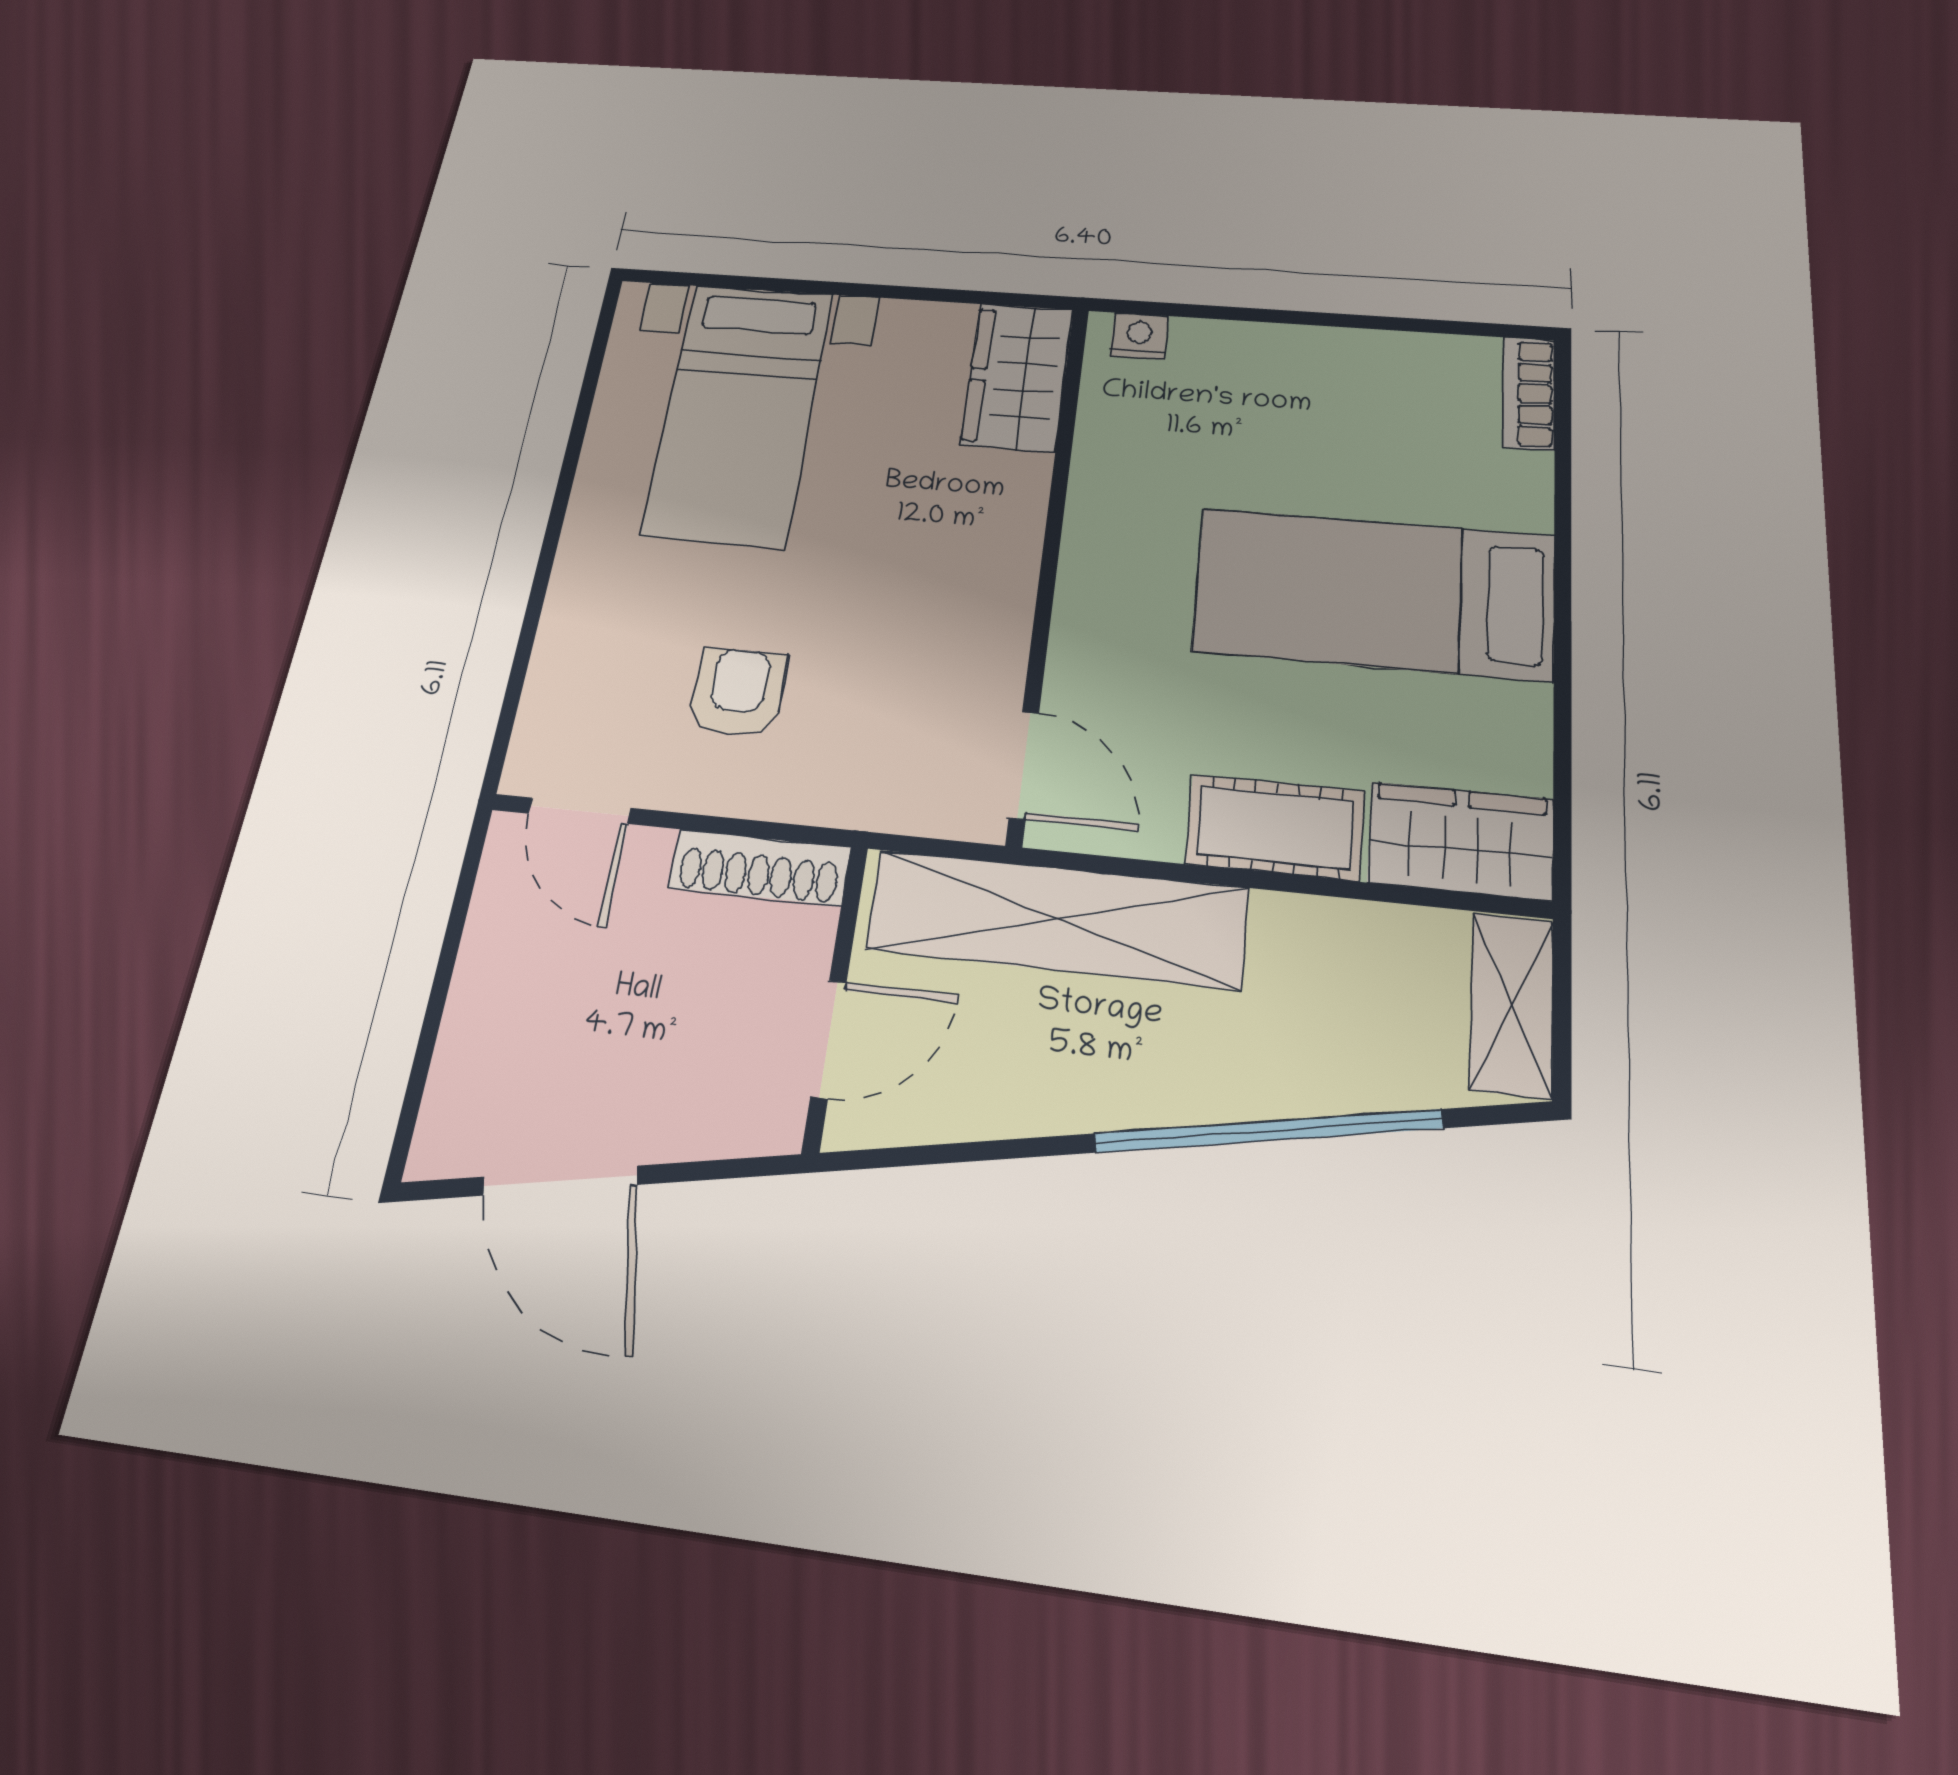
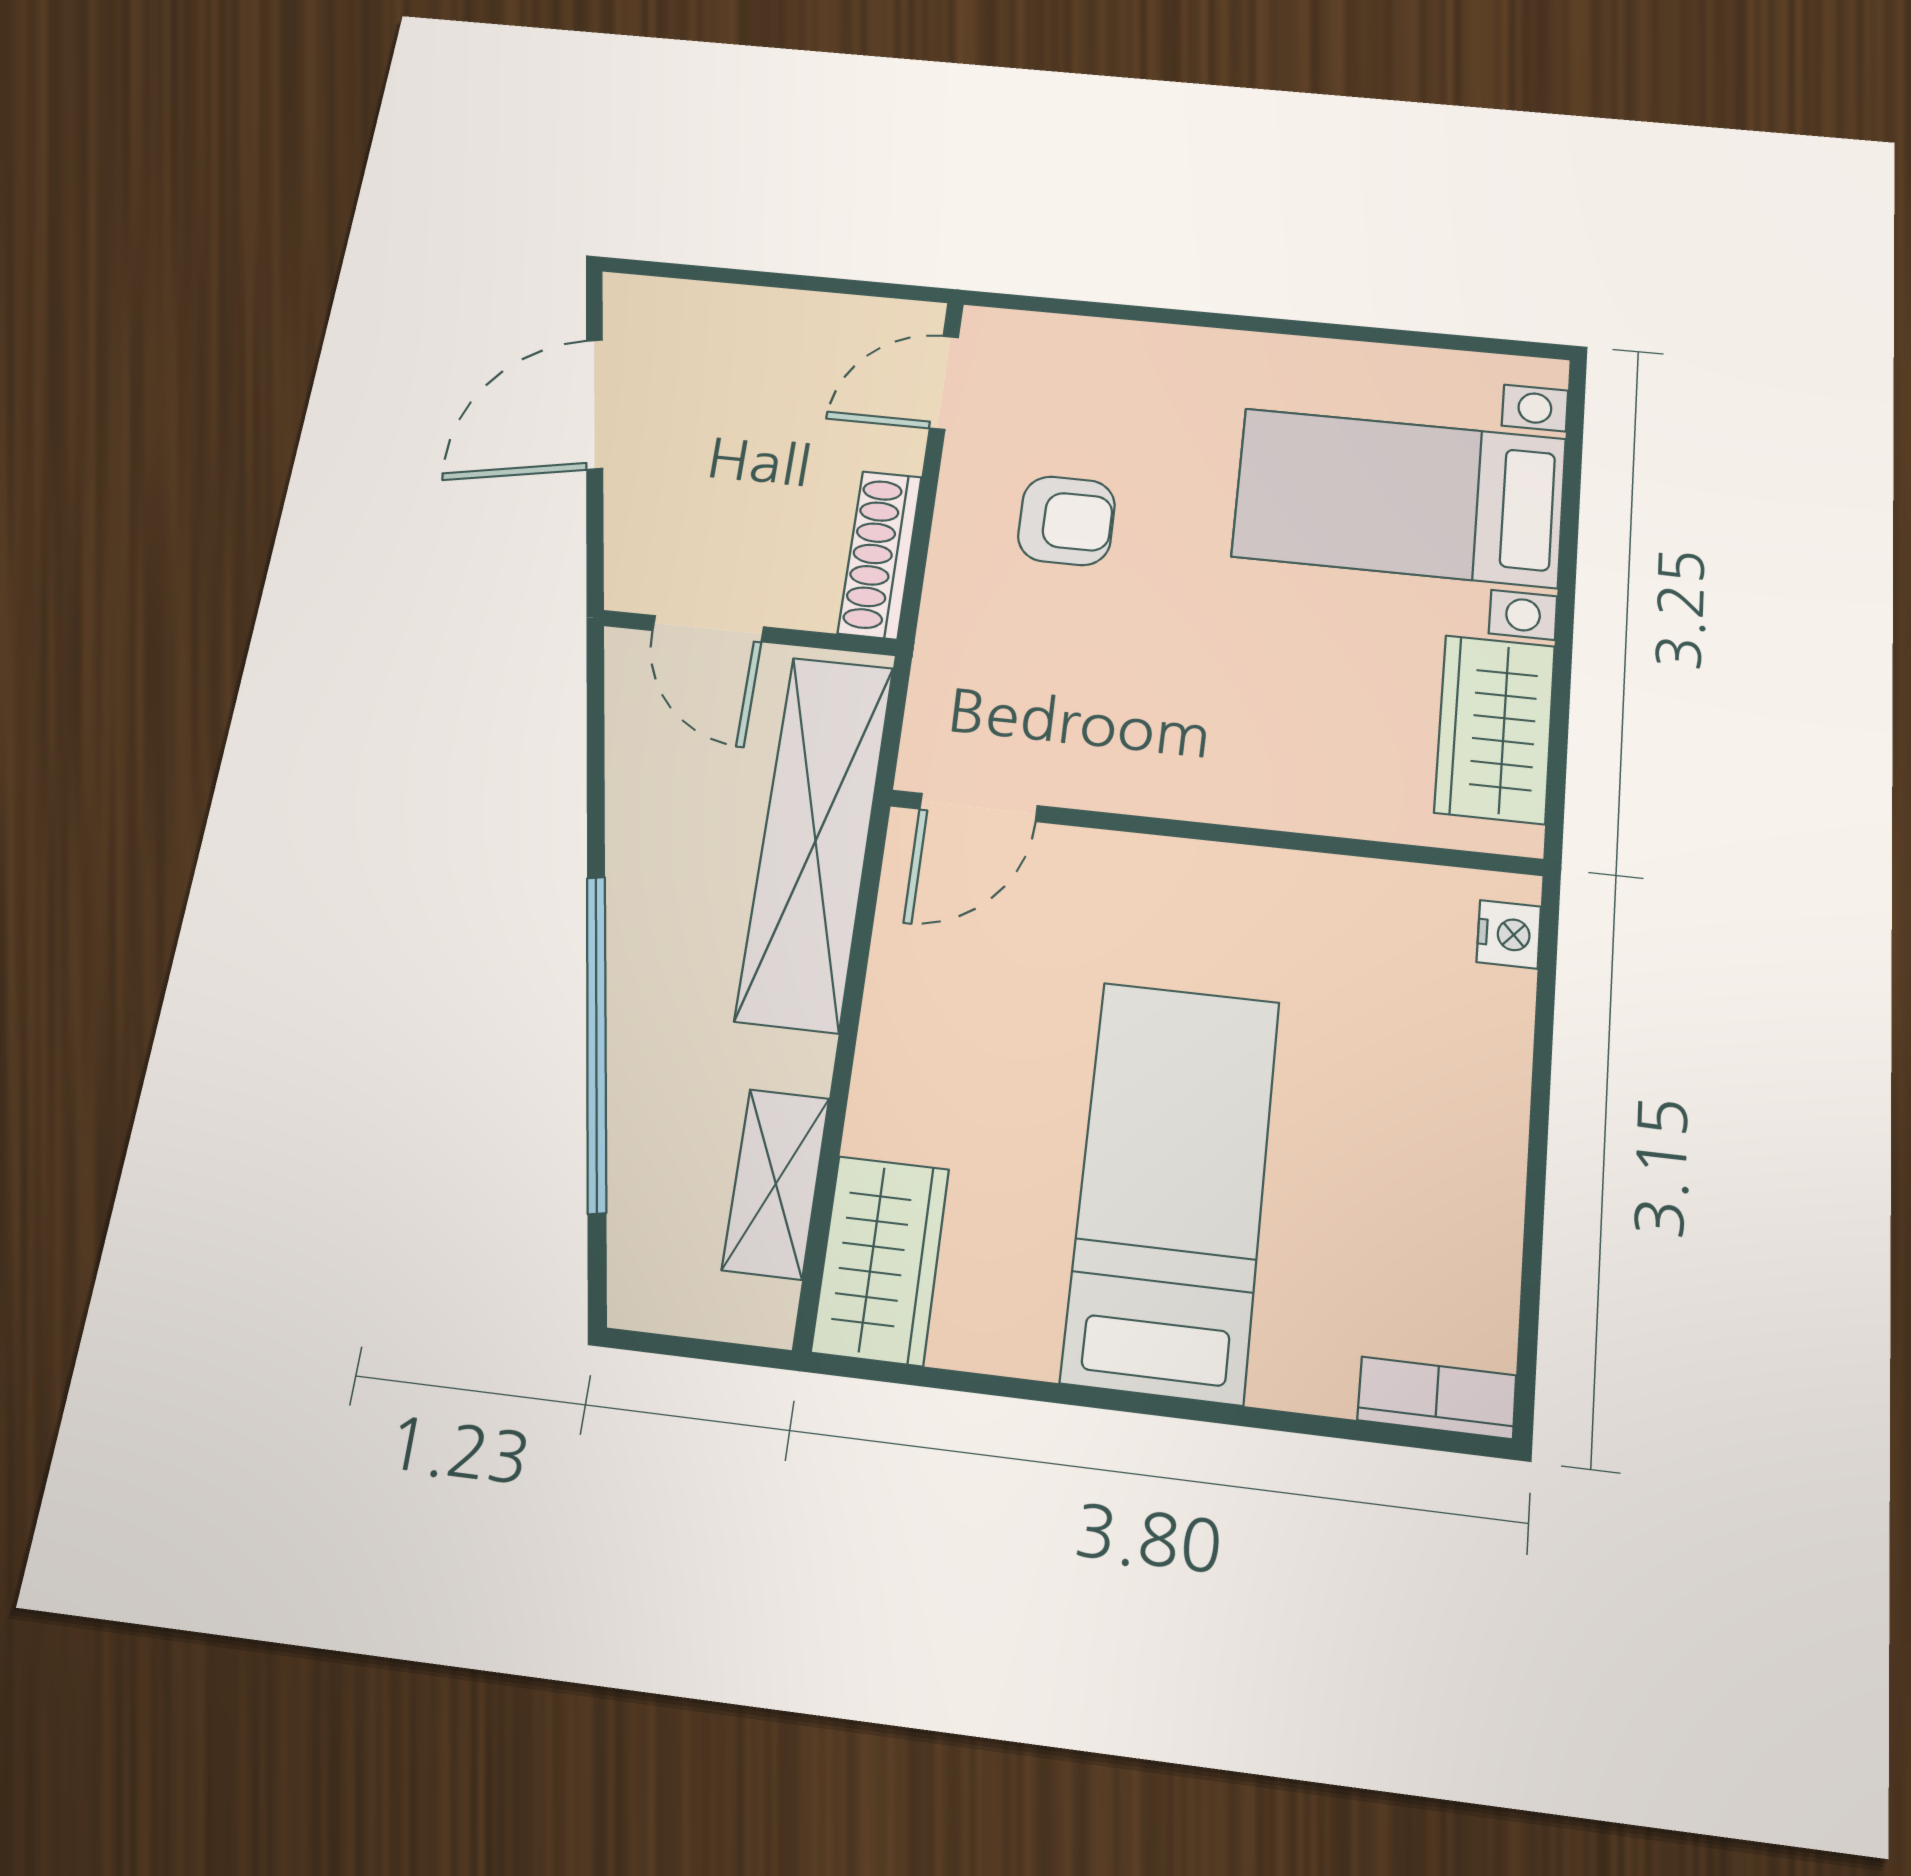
wardrobe: (1018, 377) -> (1495, 729), moved, turned -90
cot: (1275, 827) -> (902, 1064), removed
shelving: (1512, 1004) -> (776, 1184), moved, turned 90

